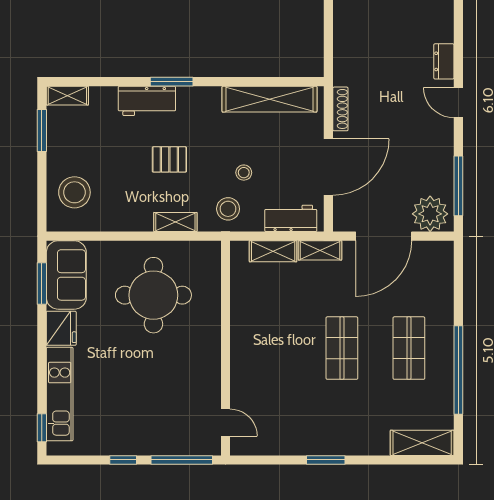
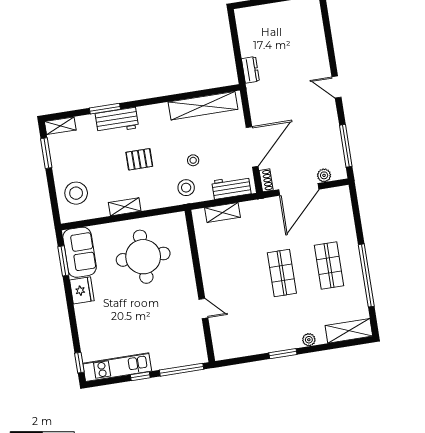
dresser: (444, 61) -> (250, 70), moved, turned 180
window: (172, 82) -> (105, 109), moved
shoe rack: (340, 109) -> (266, 180), moved, width x0.70
plant: (430, 214) -> (324, 175), width x0.53, depth x0.53
shelving: (175, 222) -> (125, 207), moved
shelving: (320, 250) -> (256, 207), removed
kitchen unit: (60, 394) -> (117, 367), moved, turned -90
door: (226, 423) -> (203, 309), moved
plant: (365, 446) -> (309, 340), added

